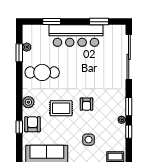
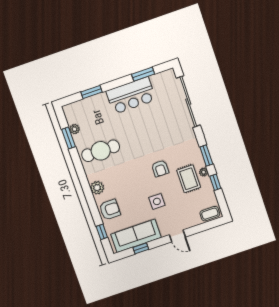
bar counter: (76, 36) -> (131, 96), width x0.73
rug: (61, 108) -> (189, 179), moved, turned 90
armchair: (33, 124) -> (110, 210), turned 90
window: (19, 127) -> (102, 232), moved
side table: (89, 140) -> (157, 201), moved

